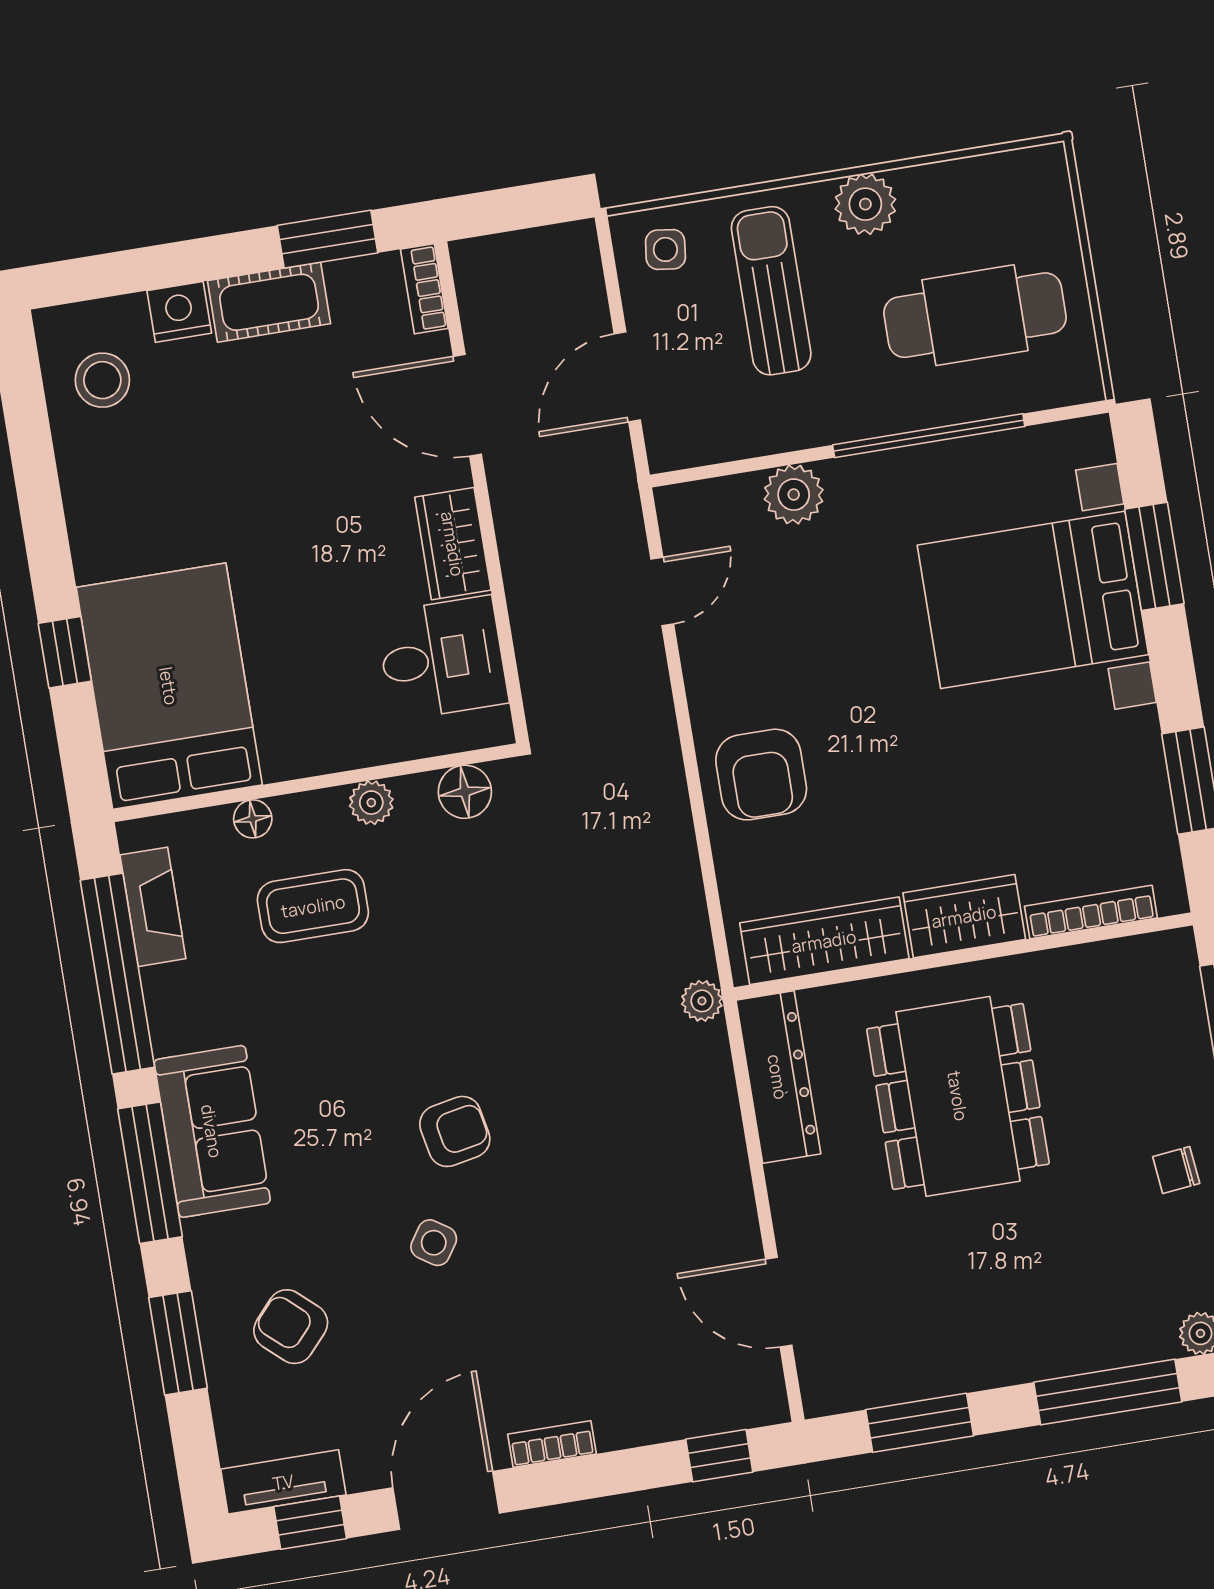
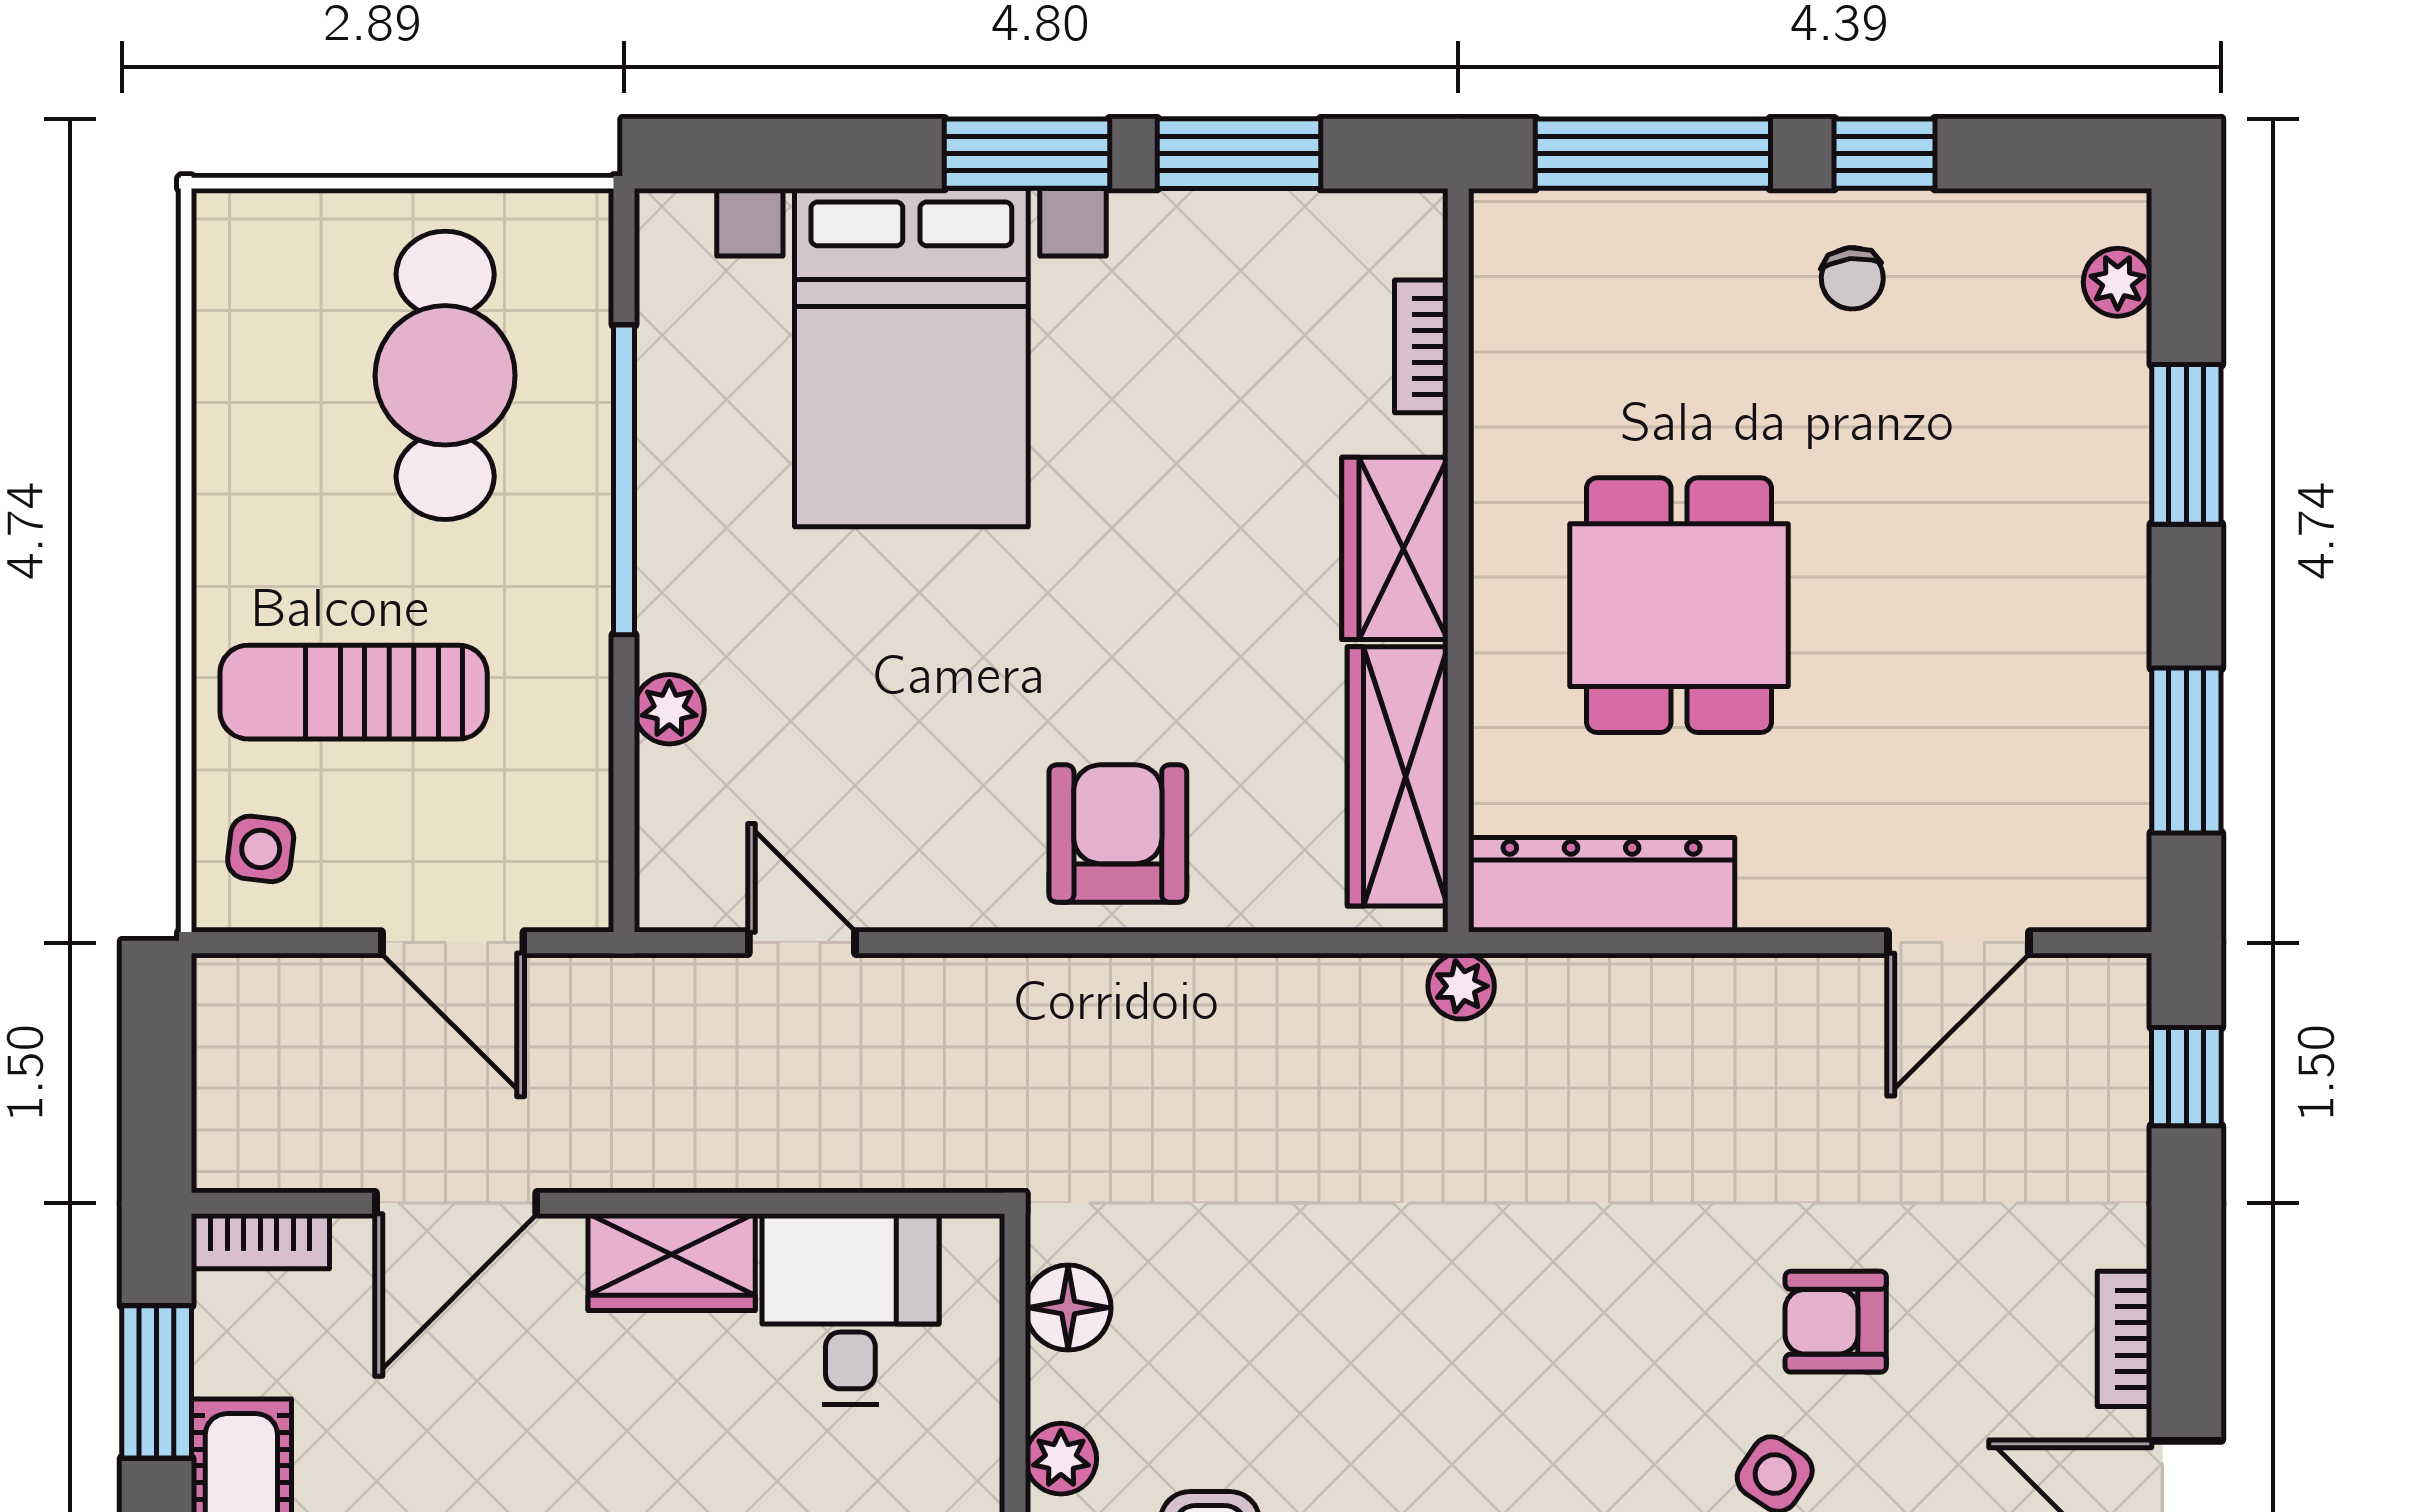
plant: (865, 204) -> (241, 520), removed
plant: (794, 495) -> (669, 709), width x0.73, depth x0.73
window: (1154, 556) -> (1027, 154), moved
armchair: (761, 775) -> (1118, 834), turned -90
bookcase: (1091, 912) -> (1421, 346), width x0.64
dining table: (958, 1096) -> (1679, 605), width x0.73
armchair: (455, 1131) -> (1836, 1322), moved, turned -79
window: (1108, 1392) -> (2186, 444), width x0.69

